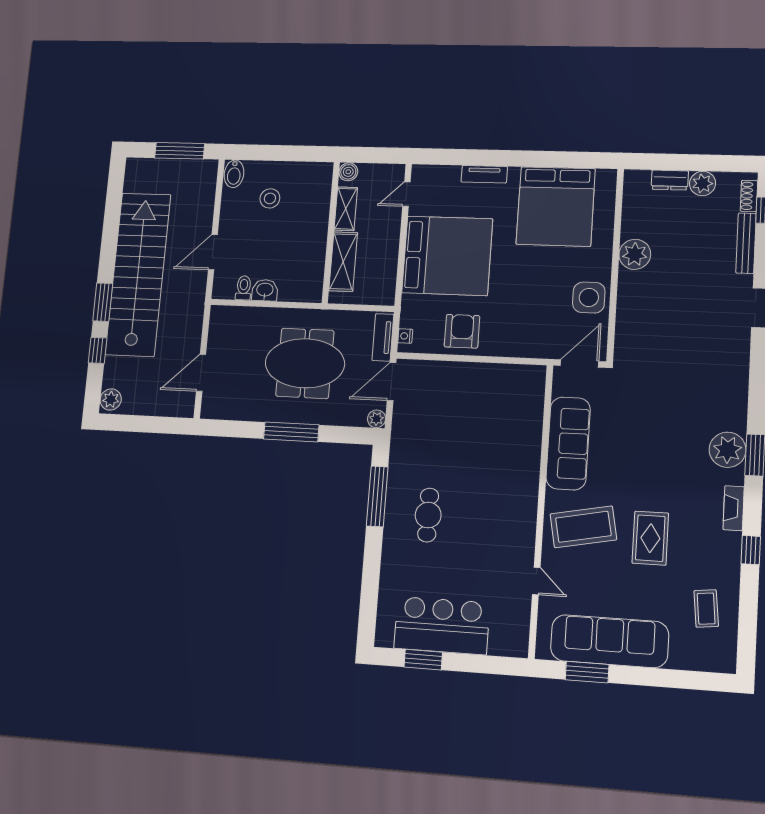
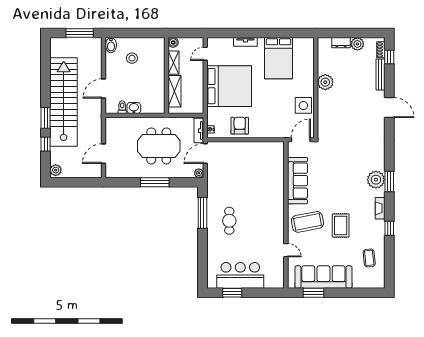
bed: (556, 206) -> (279, 58), width x0.73

